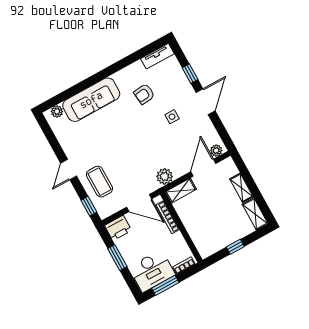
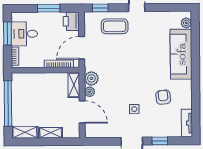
plant: (216, 150) -> (90, 92), moved
window: (235, 247) -> (8, 103), width x3.17
desk: (152, 271) -> (24, 34), width x0.73

